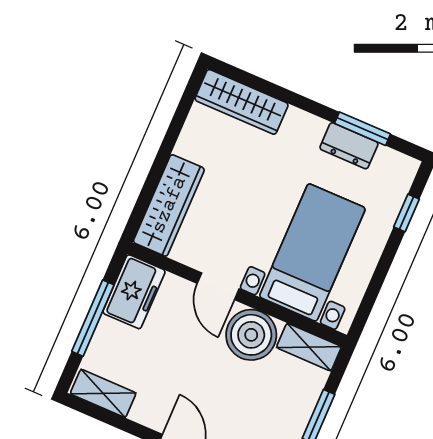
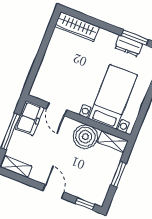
wardrobe: (169, 205) -> (44, 77), removed
door: (218, 286) -> (57, 109), moved

